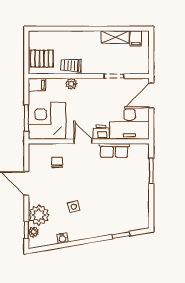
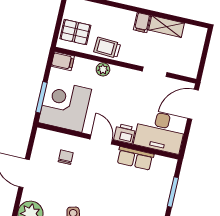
filing cabinet: (136, 38) -> (142, 23), moved

